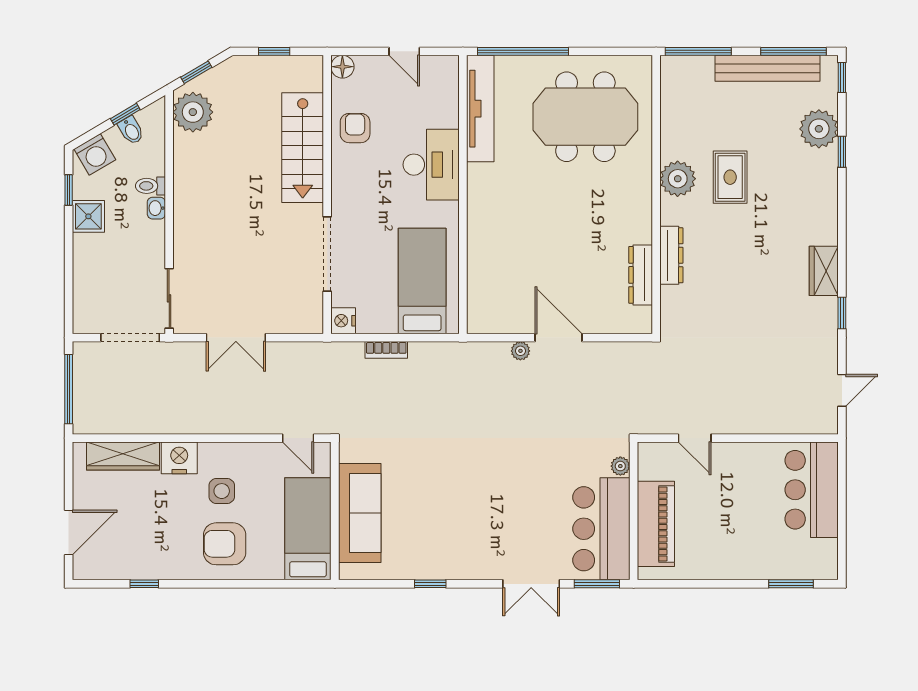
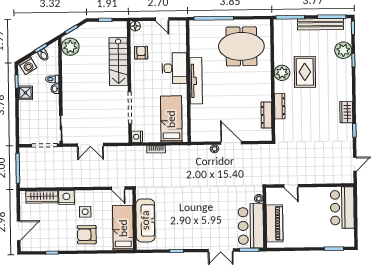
tv unit: (480, 109) -> (196, 81), moved
rug: (730, 177) -> (305, 72), width x1.36, depth x1.43

